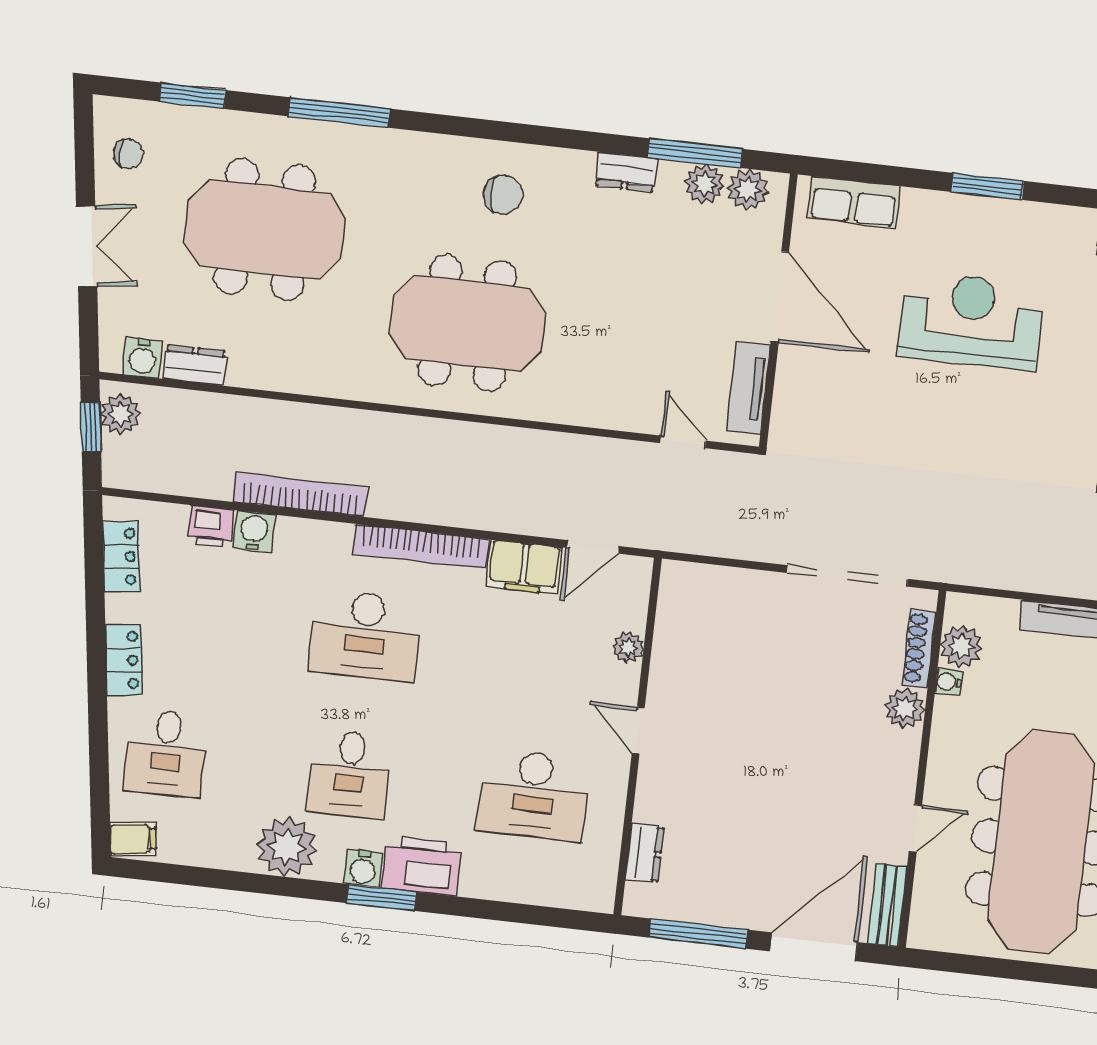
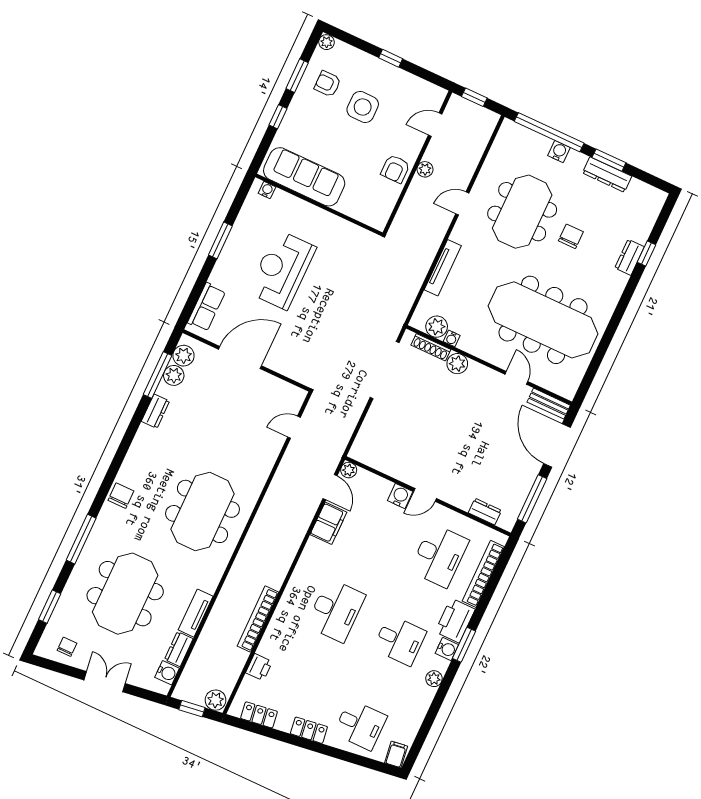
chair: (503, 195) -> (121, 496), moved
tv unit: (748, 388) -> (196, 613), moved, turned 90
plant: (120, 414) -> (215, 700), moved
water cooler: (254, 531) -> (400, 496), moved, turned 90
bookcase: (421, 546) -> (483, 574), moved, turned 180
plant: (628, 647) -> (349, 470), moved
plant: (287, 847) -> (434, 679), width x0.53, depth x0.53

